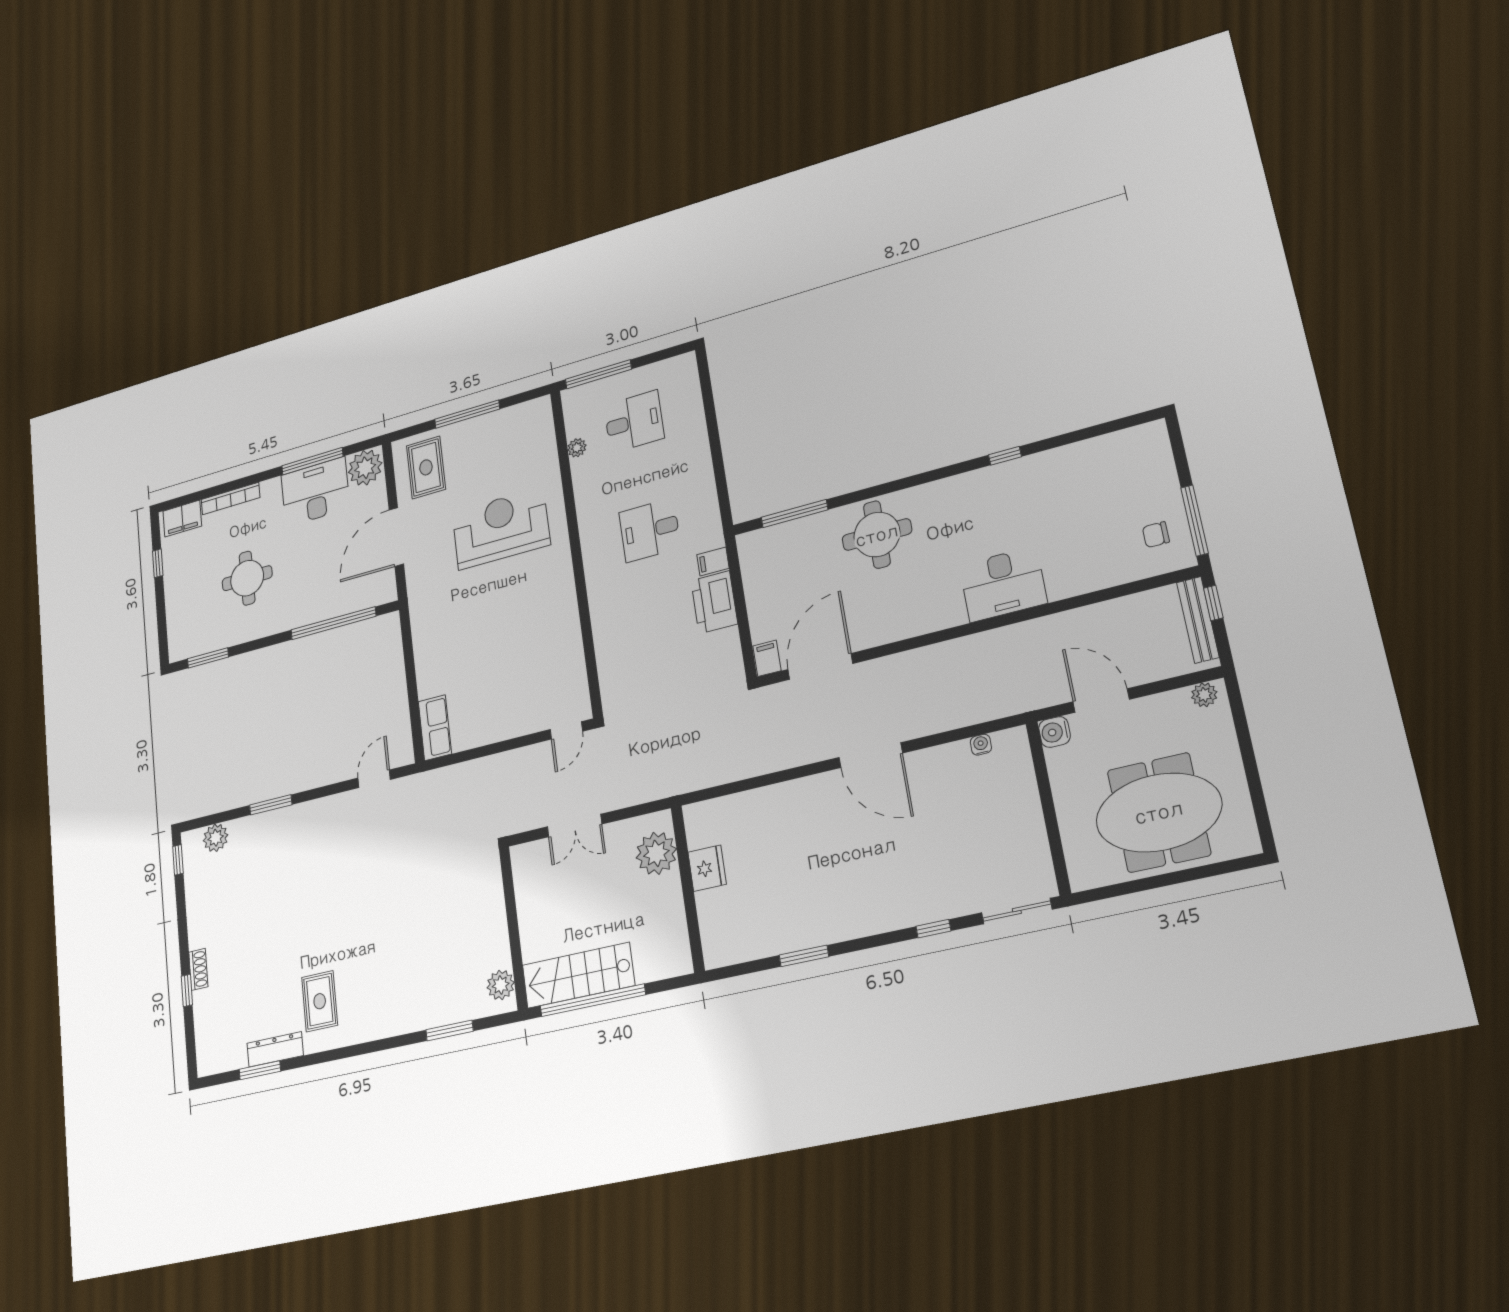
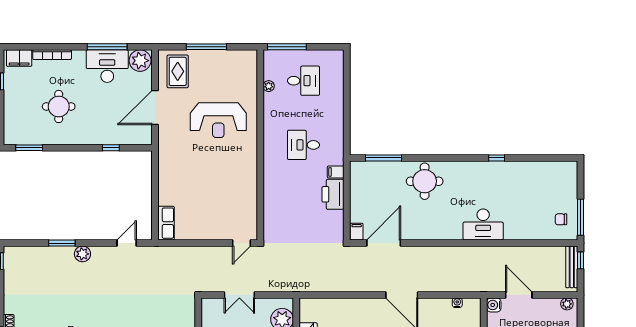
reception desk: (501, 528) -> (218, 120), turned 180
window: (333, 623) -> (111, 148), width x0.32
plant: (216, 838) -> (82, 254), moved

